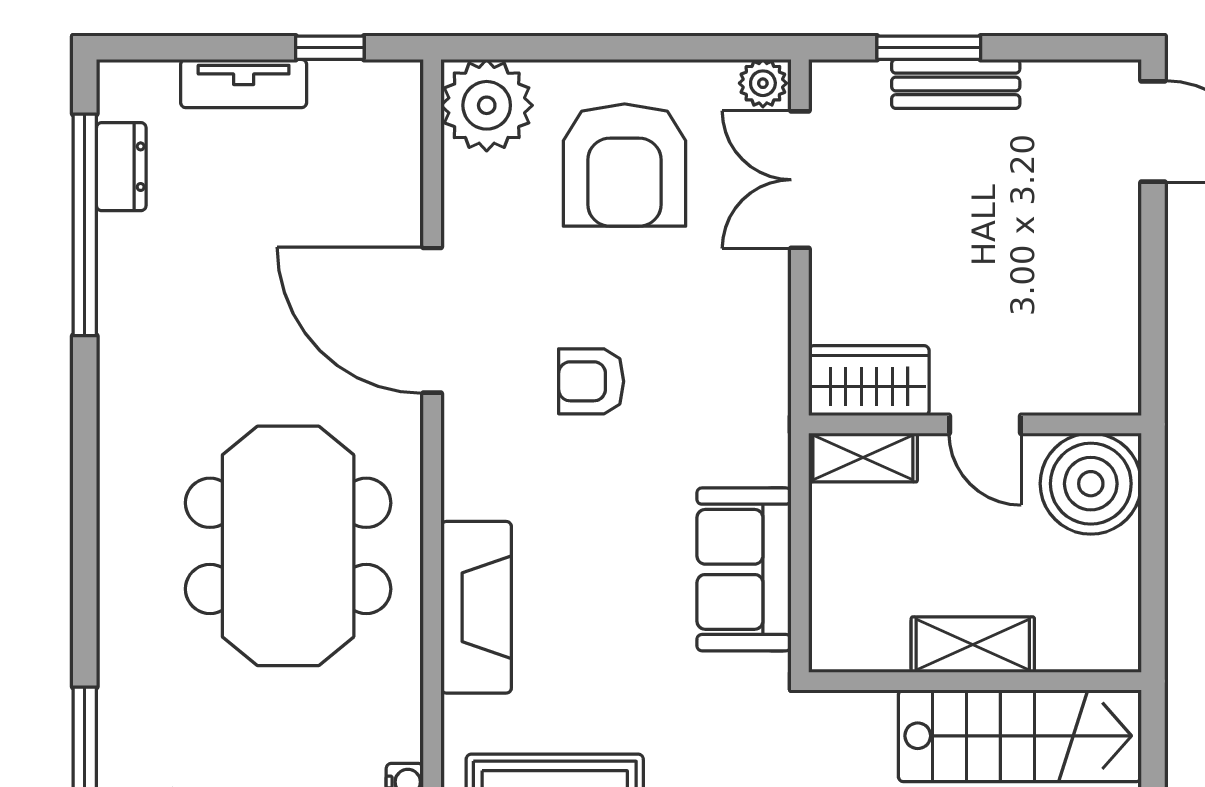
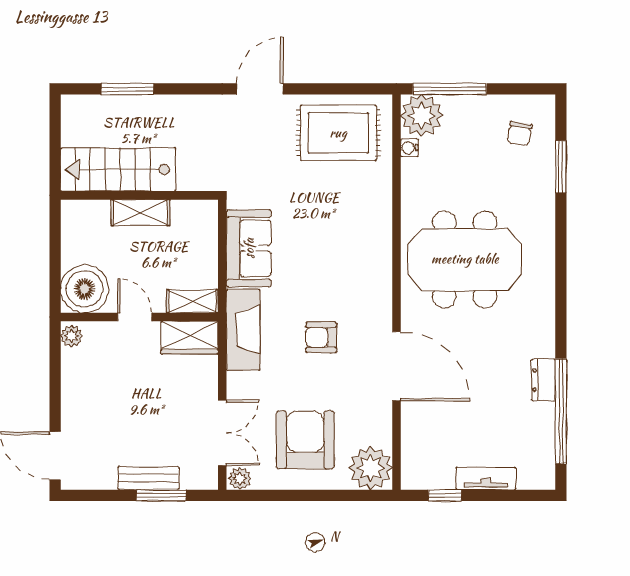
dresser: (121, 167) -> (544, 380), moved
armchair: (591, 381) -> (321, 337), turned 180
plant: (1118, 384) -> (71, 336), added
meeting table: (288, 546) -> (465, 259), turned 90
fireplace: (476, 607) -> (243, 330), moved, turned 180

